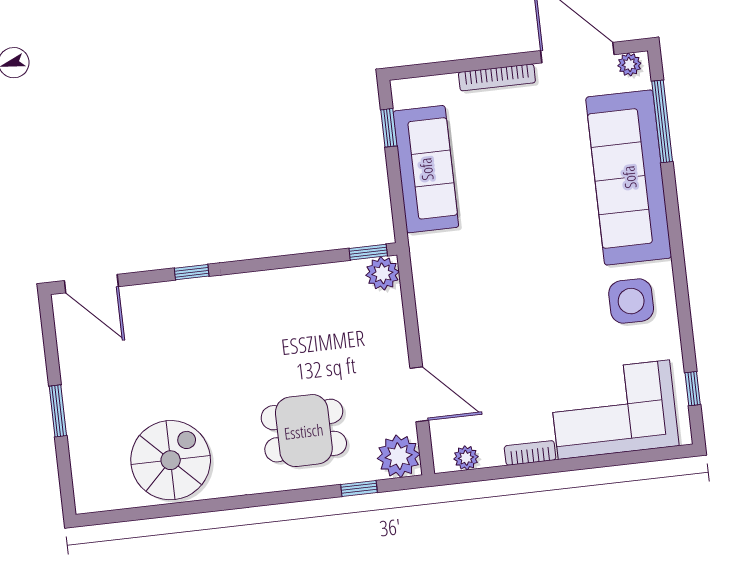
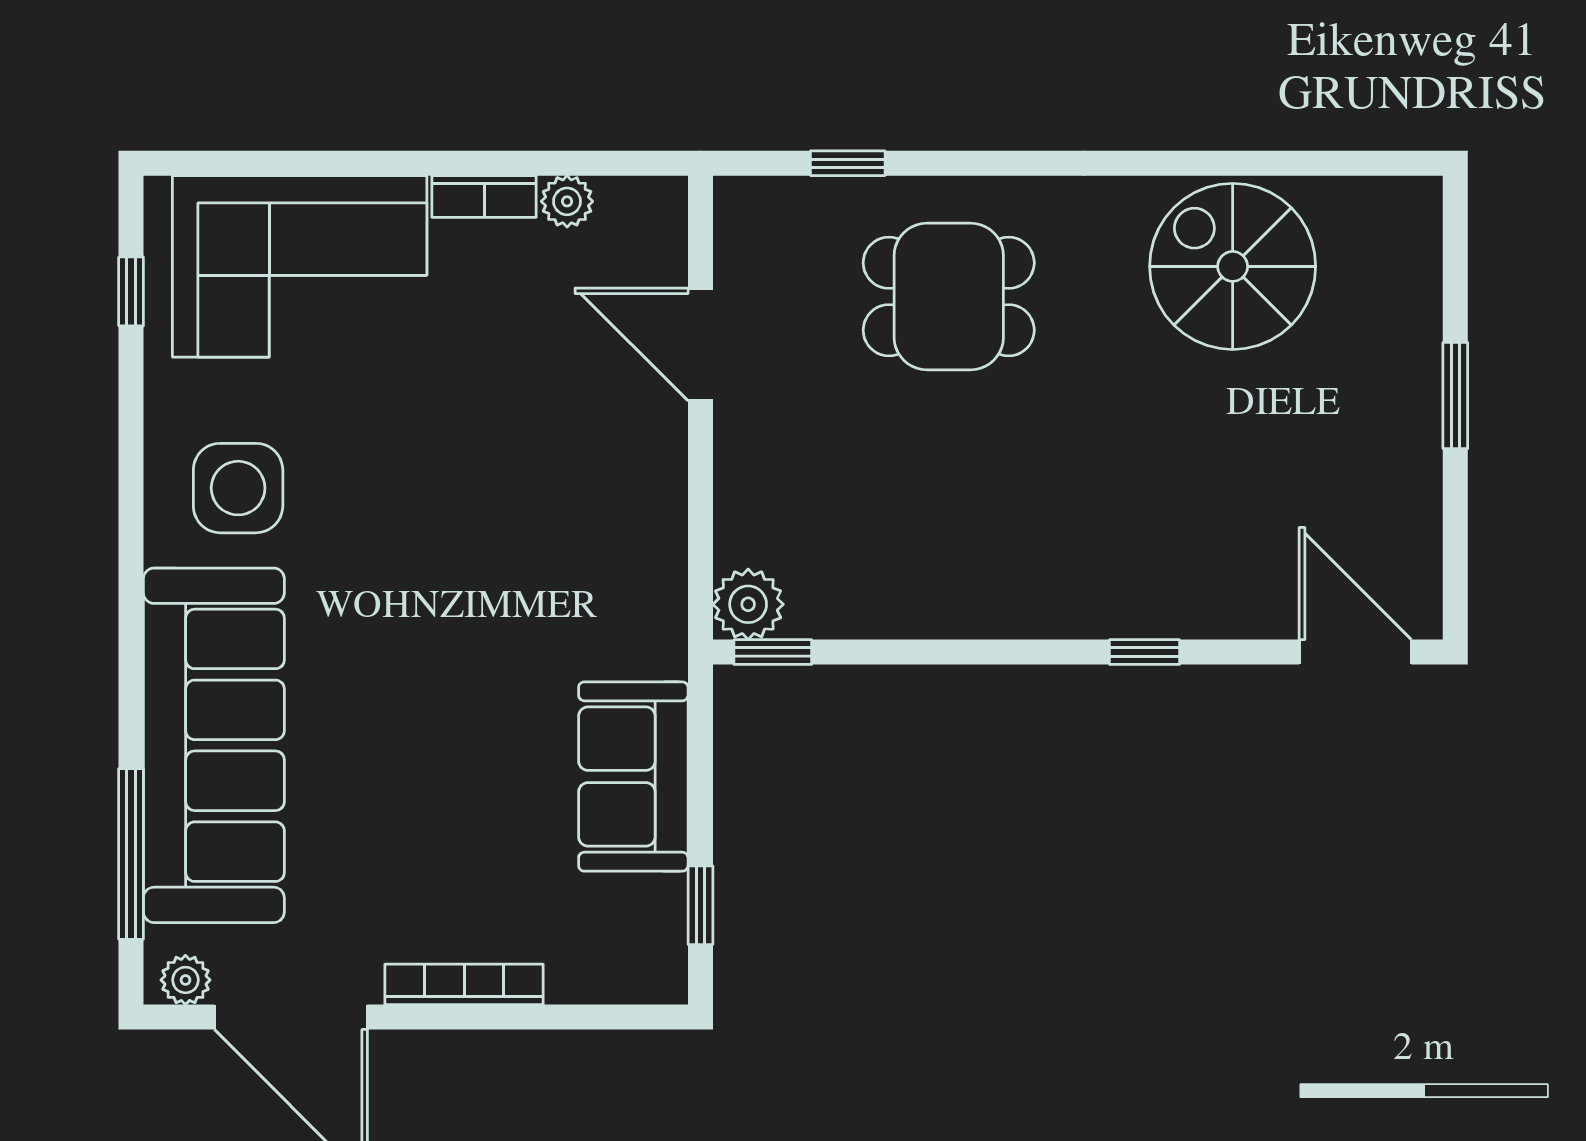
sofa: (426, 169) -> (633, 777), width x0.73
plant: (399, 456) -> (758, 221), removed
plant: (466, 458) -> (567, 201), moved
spiral stairs: (171, 460) -> (1233, 266), turned 90

